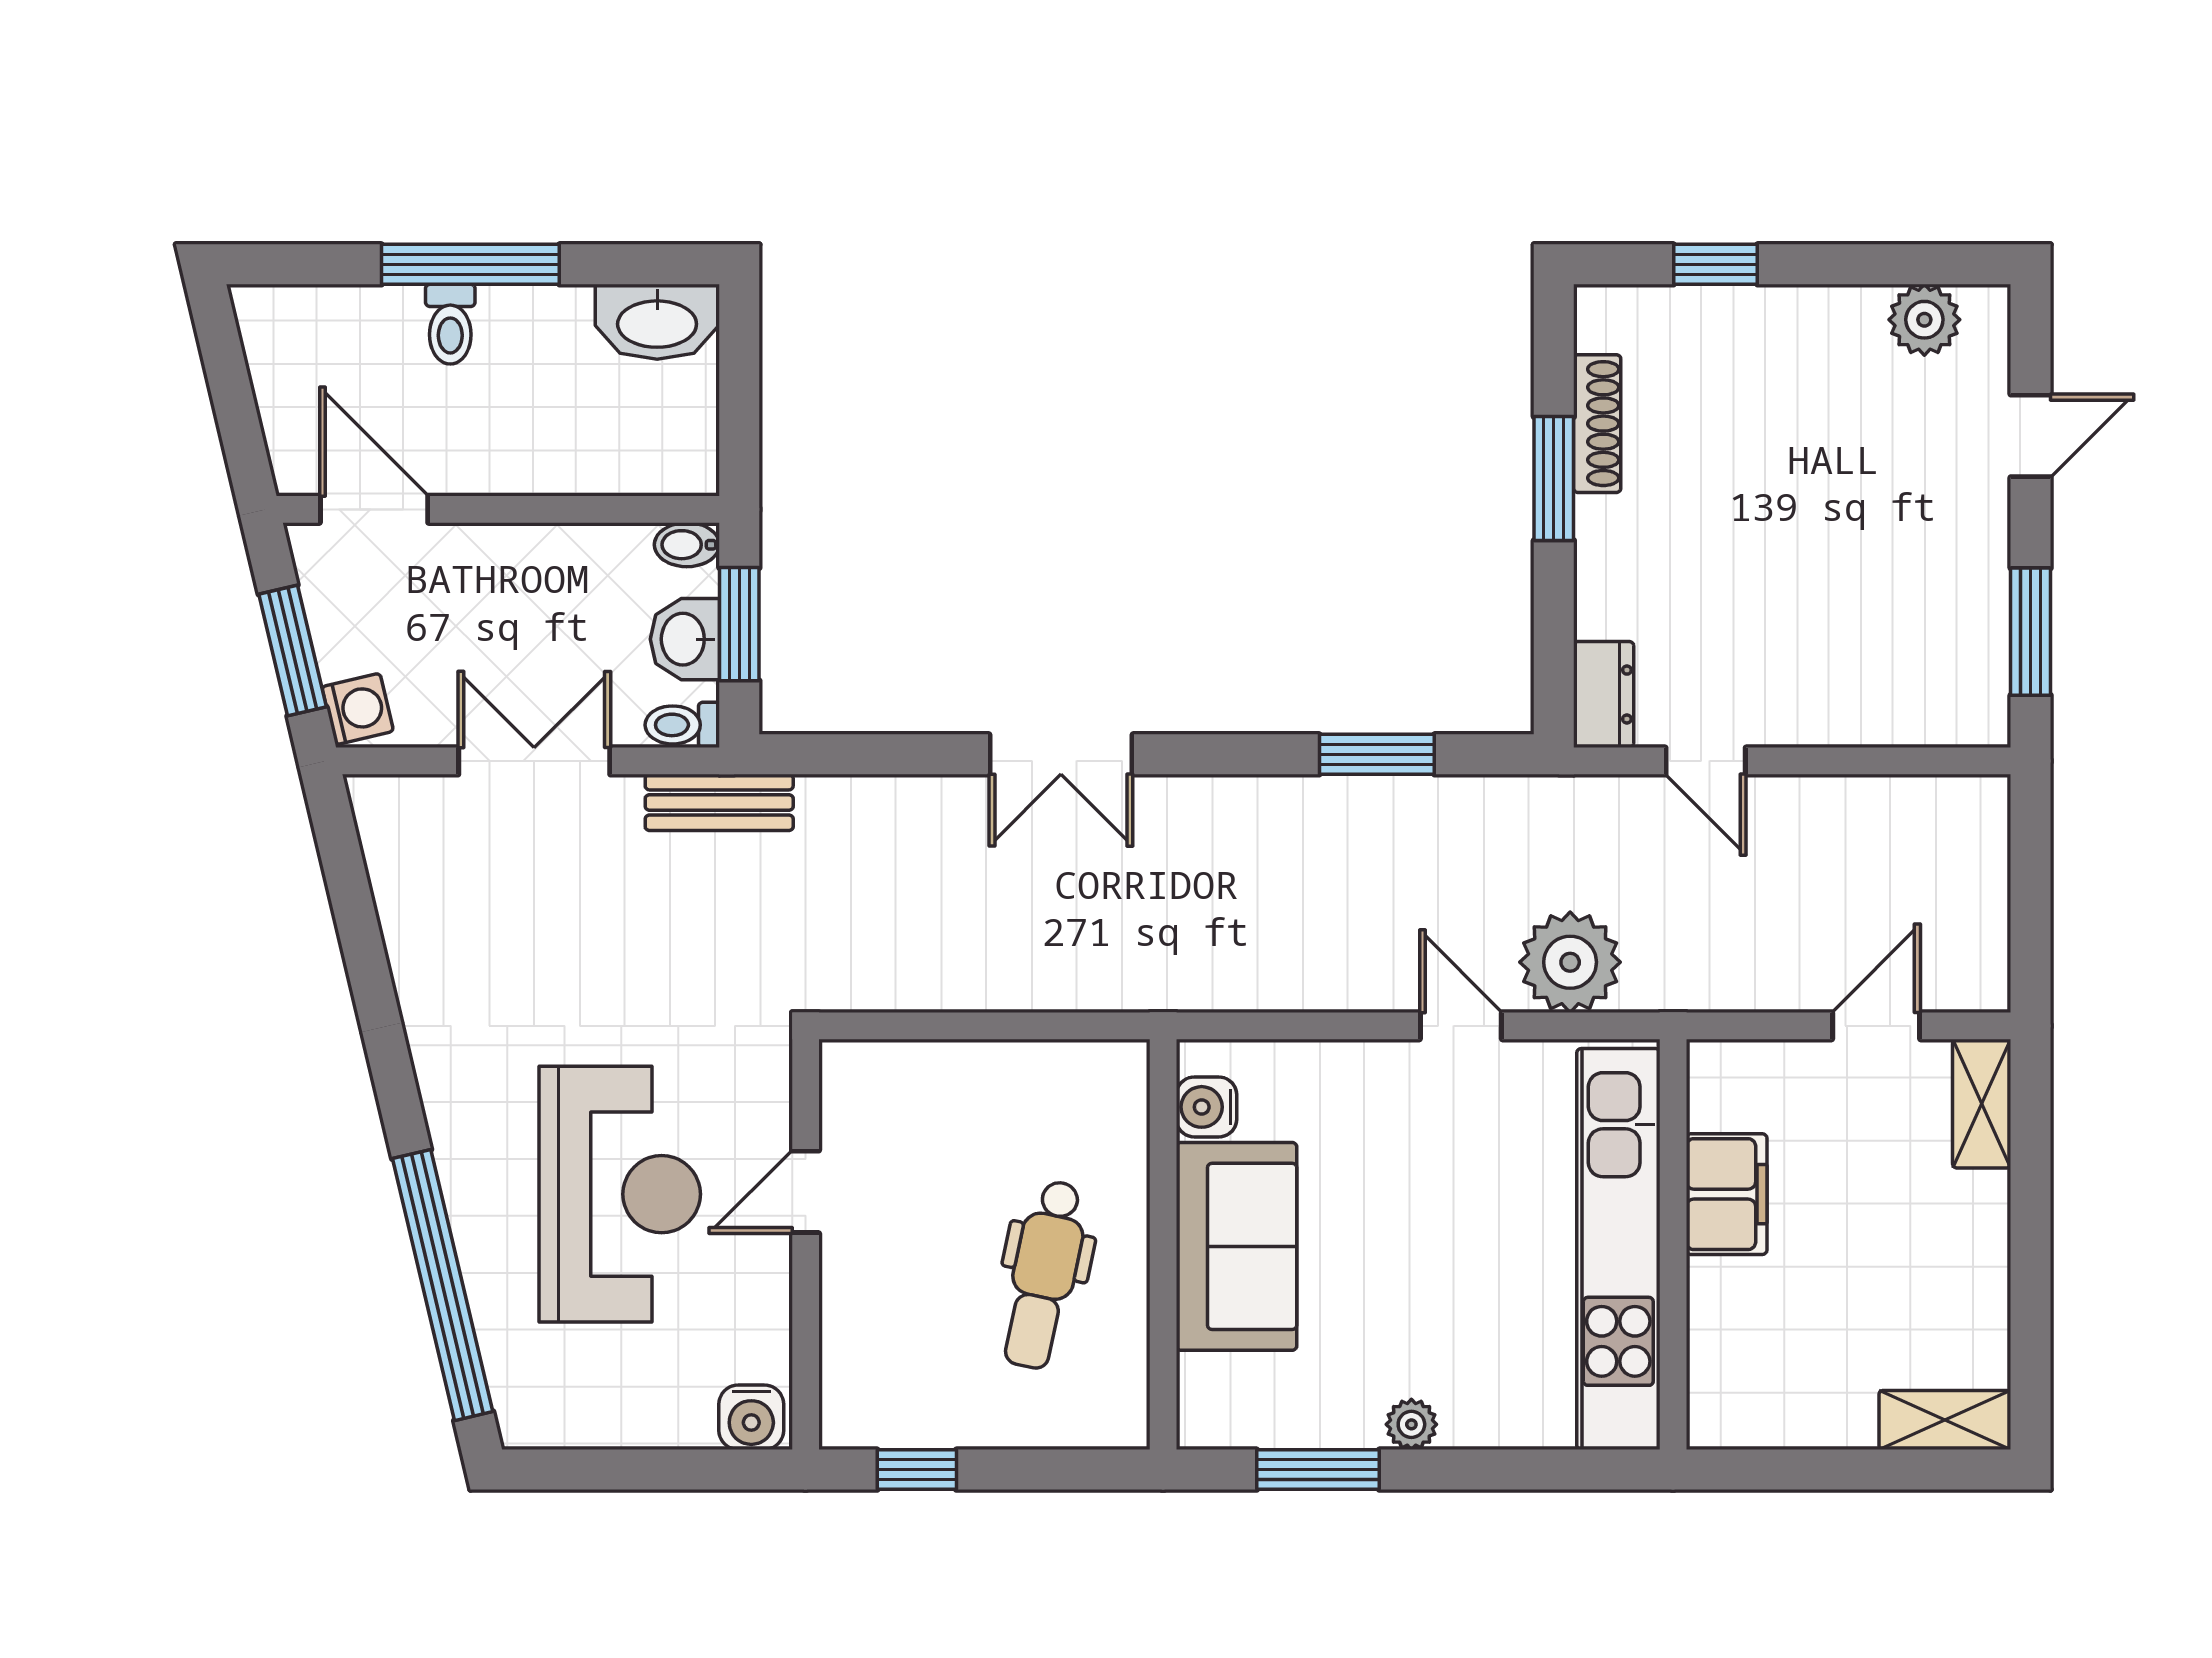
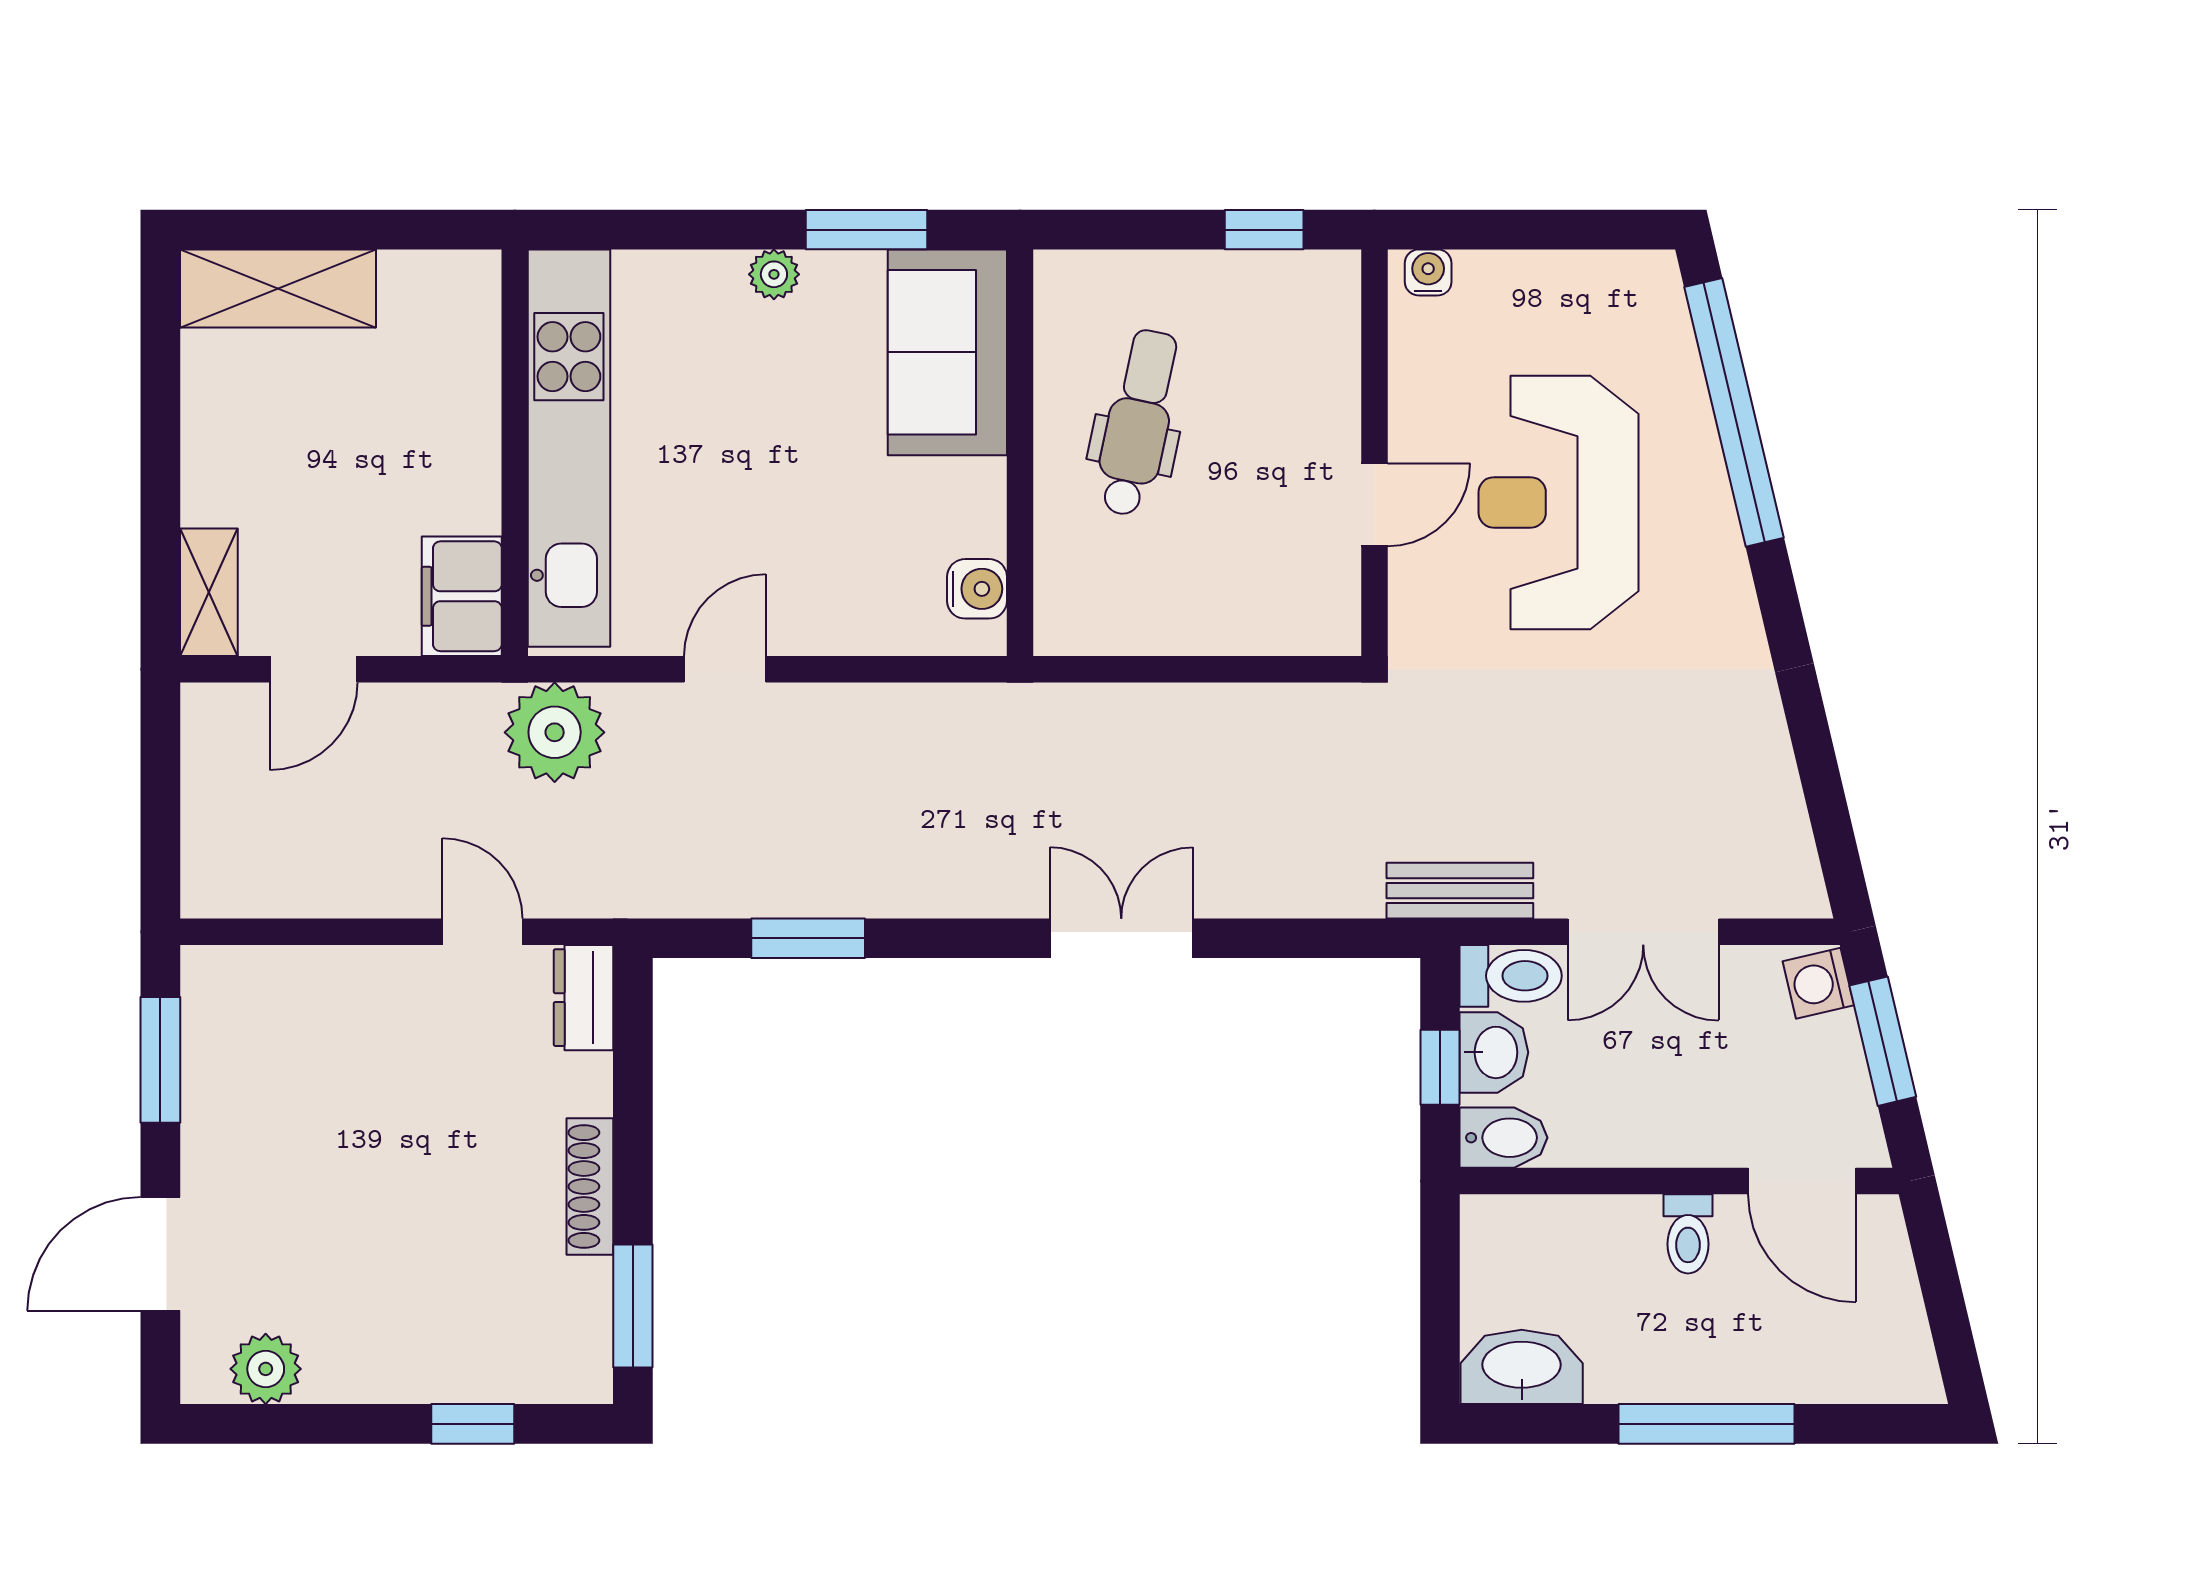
toilet: (450, 324) -> (1688, 1234), moved, turned 180
shoe rack: (1597, 424) -> (590, 1186), moved
door: (2031, 436) -> (160, 1254), width x1.38
window: (1554, 479) -> (633, 1306), moved
bidet: (687, 545) -> (1504, 1138), width x1.38, depth x1.36
window: (739, 624) -> (1440, 1067), width x0.67
toilet: (682, 725) -> (1511, 976), width x1.37, depth x1.39
plant: (1570, 962) -> (555, 732), moved
door: (1461, 1026) -> (725, 669), swing flipped
filing cabinet: (1727, 1194) -> (462, 596), moved
sofa: (1236, 1246) -> (947, 352), moved
water cooler: (751, 1417) -> (1428, 272), width x0.72, depth x0.72
shelving: (1945, 1420) -> (278, 288), width x1.50, depth x1.33

